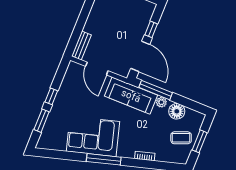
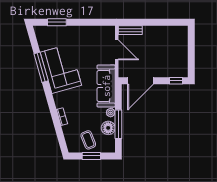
window: (151, 29) -> (176, 81), moved
door: (97, 69) -> (117, 50), swing flipped
window: (156, 90) -> (118, 124), moved
window: (51, 96) -> (80, 22), removed
window: (104, 159) -> (41, 67), moved

